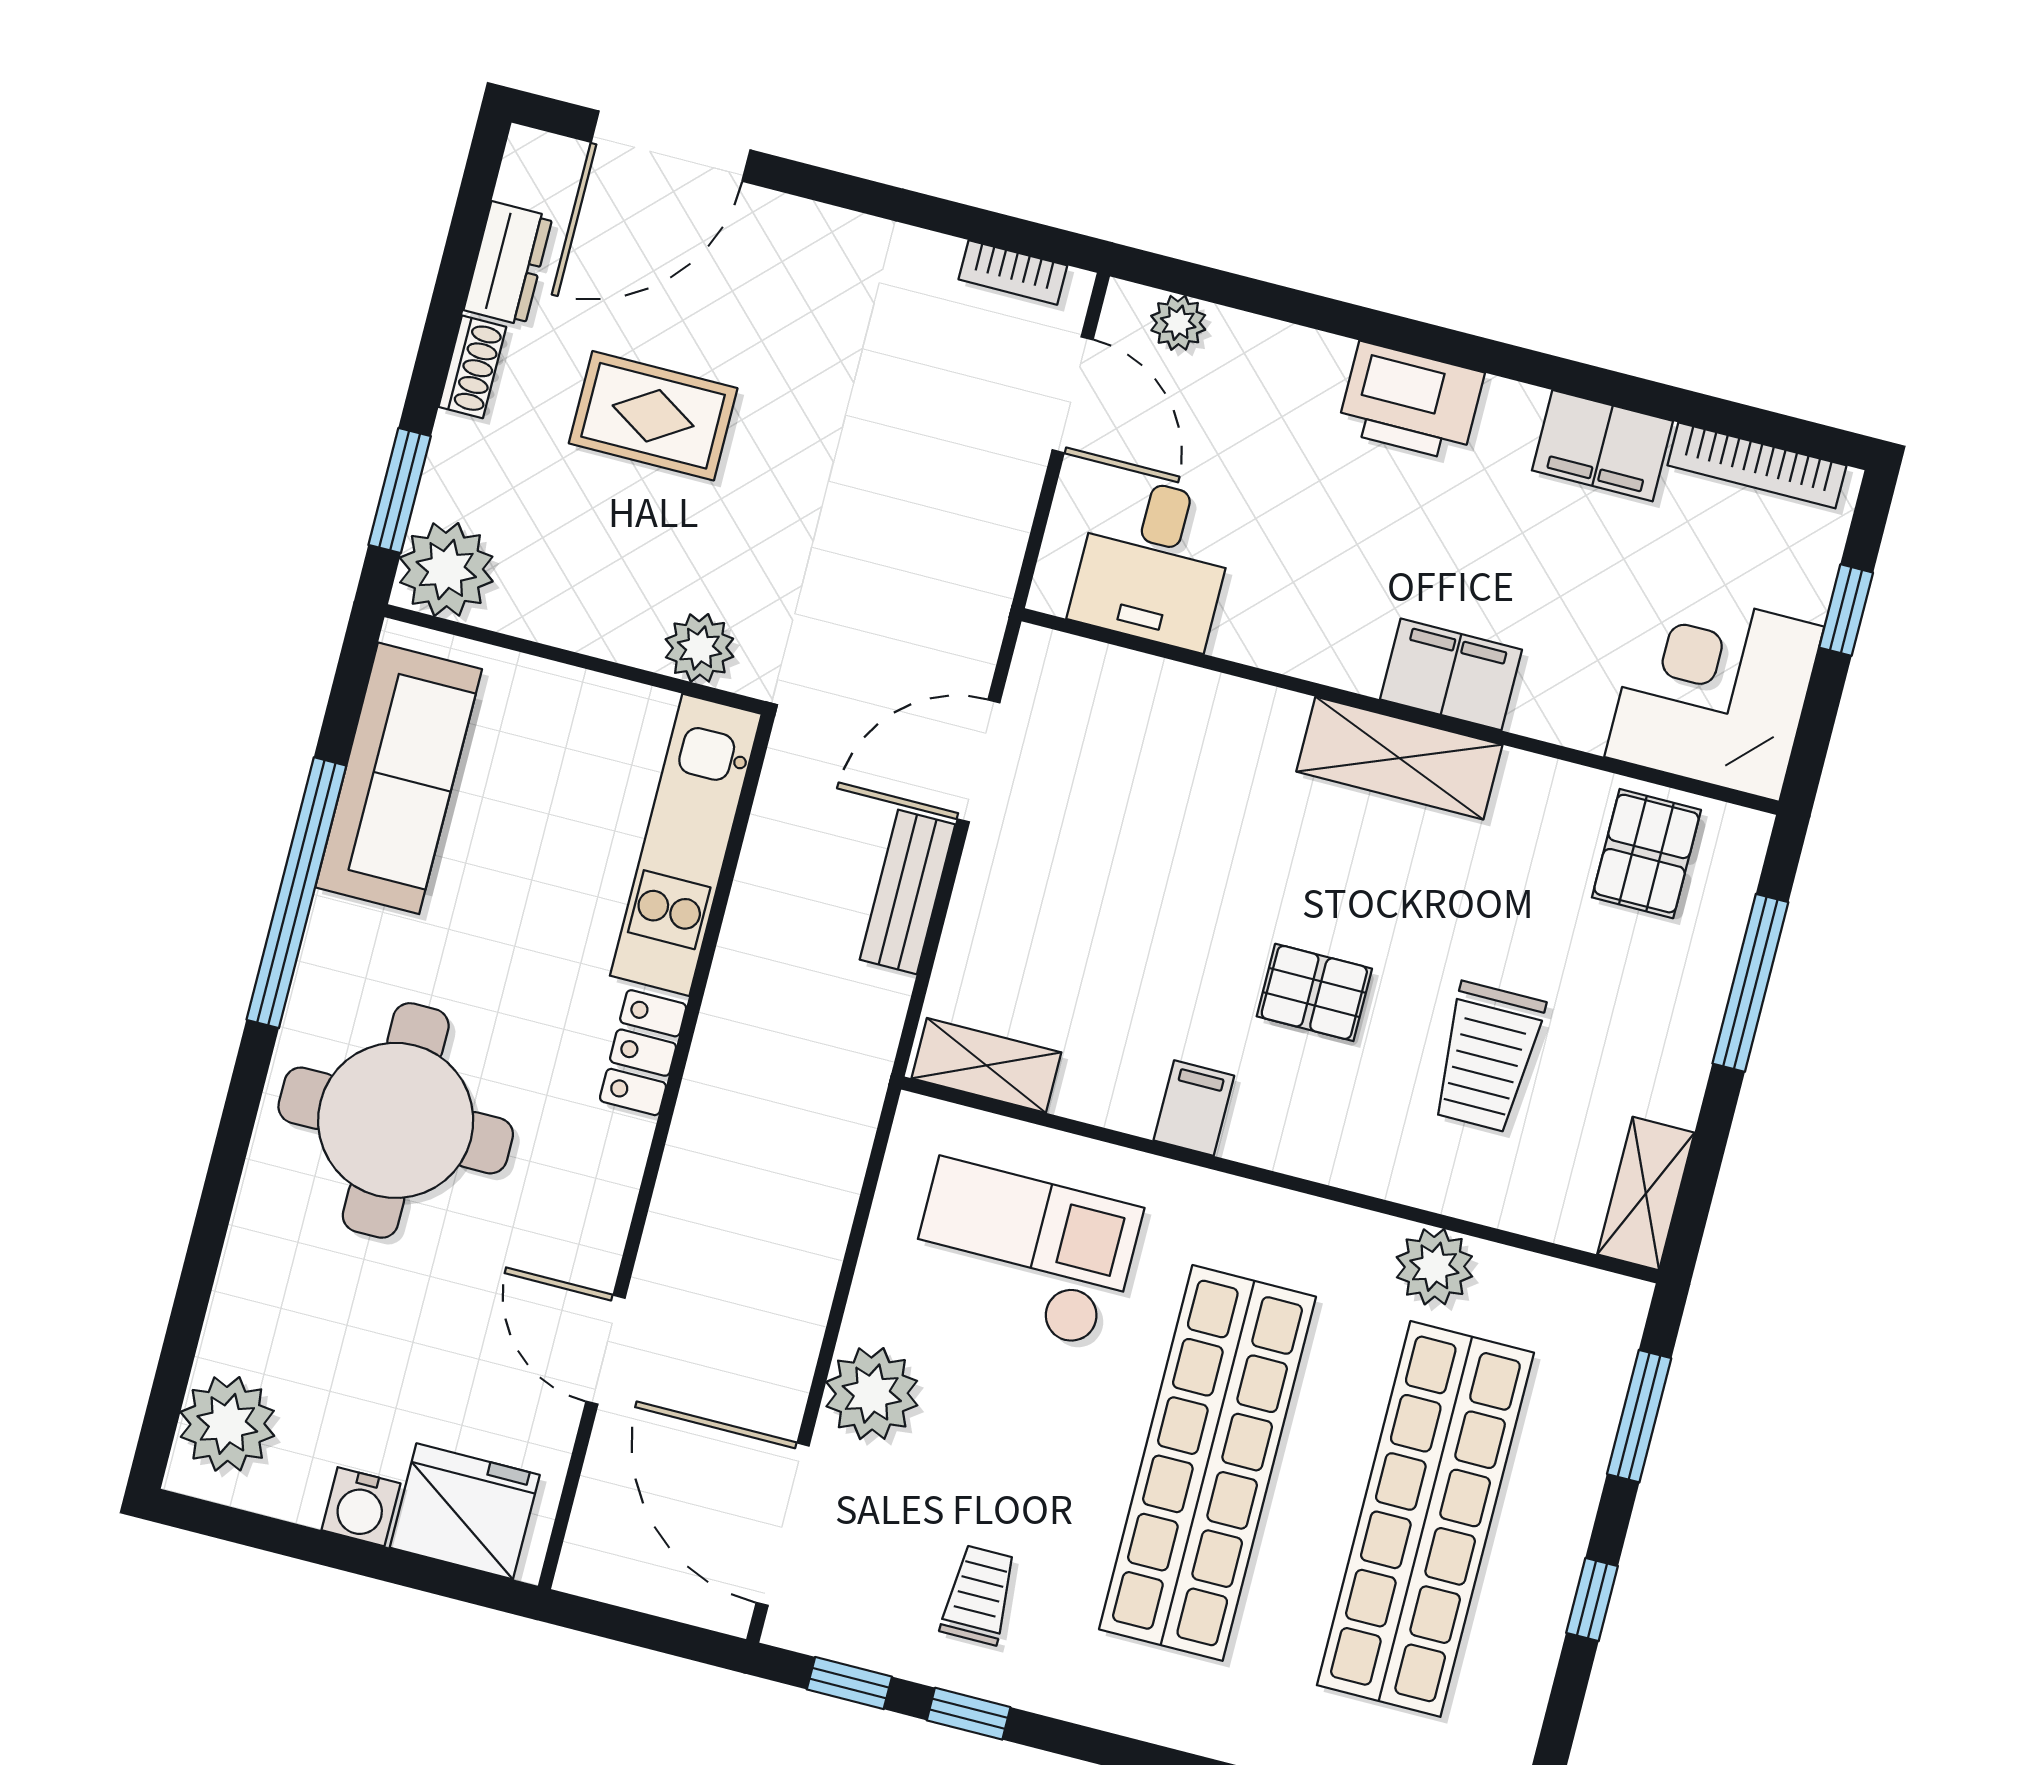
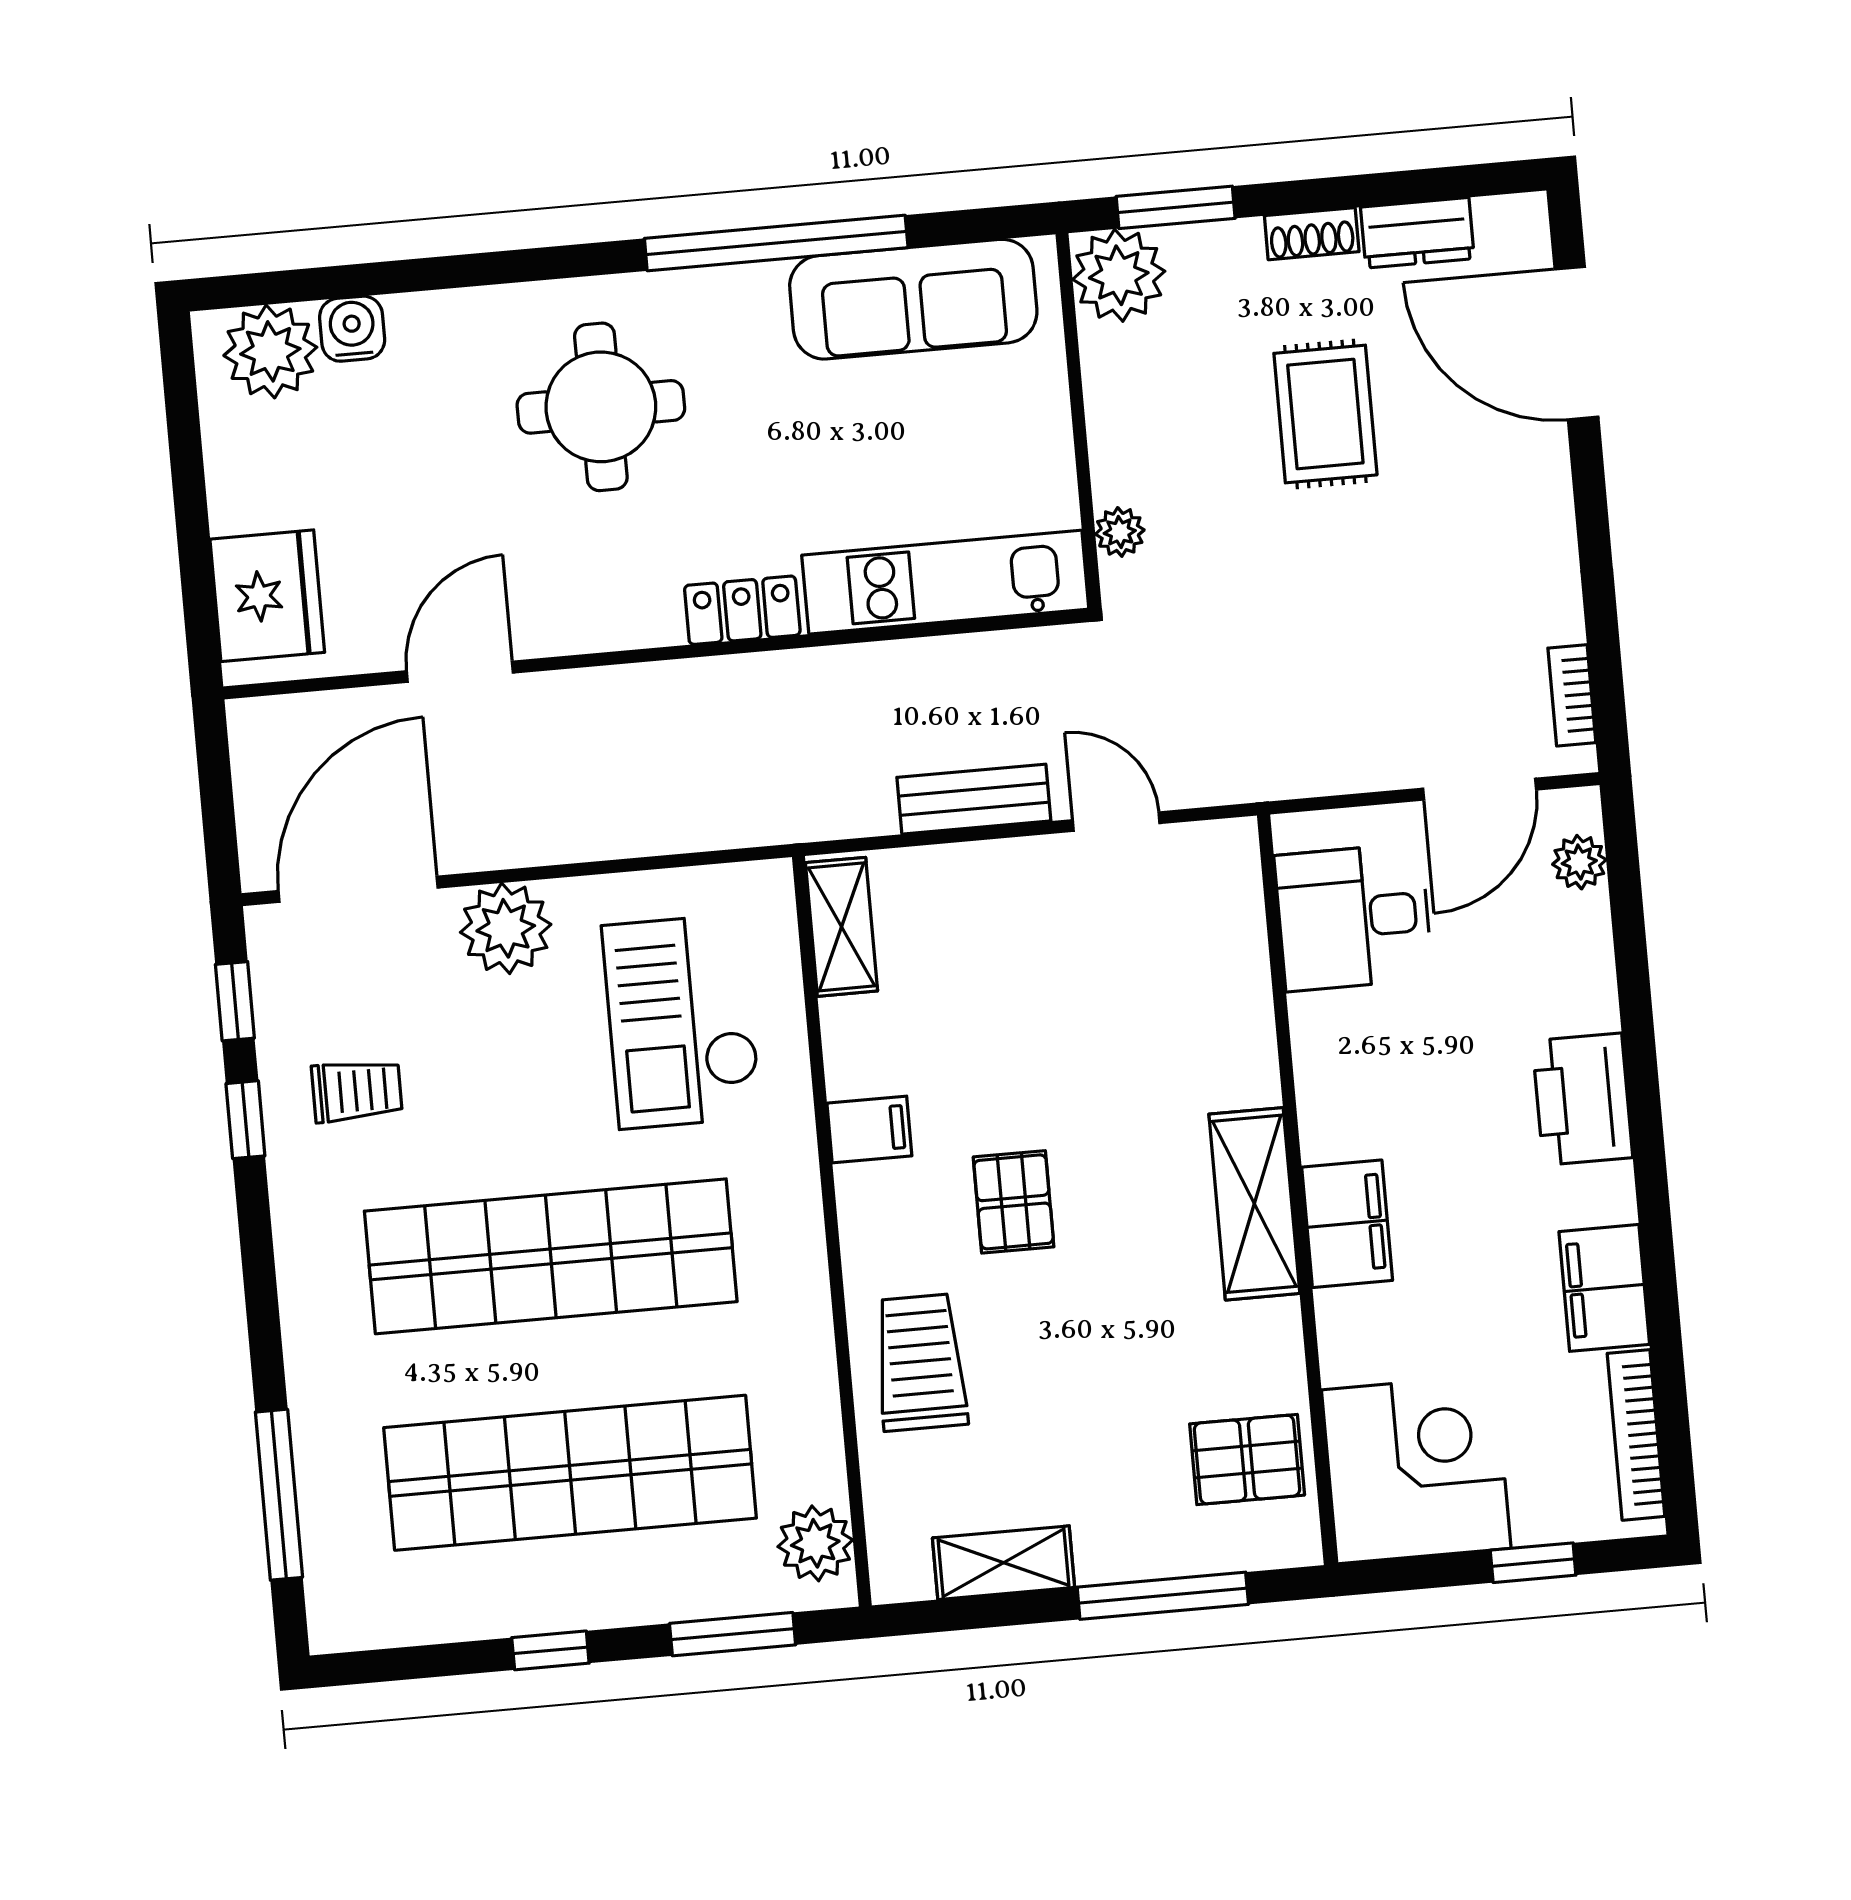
plant: (700, 648) -> (1120, 532), width x0.73, depth x0.73
door: (979, 761) -> (1116, 822), width x0.73
trolley: (1487, 1057) -> (920, 1362), moved, turned 90
round table: (396, 1120) -> (601, 407), width x0.73, depth x0.73
shelving: (1646, 1194) -> (1004, 1563), moved
checkout: (1023, 1254) -> (682, 1021), turned 180
plant: (1434, 1267) -> (815, 1543), moved
water cooler: (361, 1507) -> (352, 329), moved, turned 90

